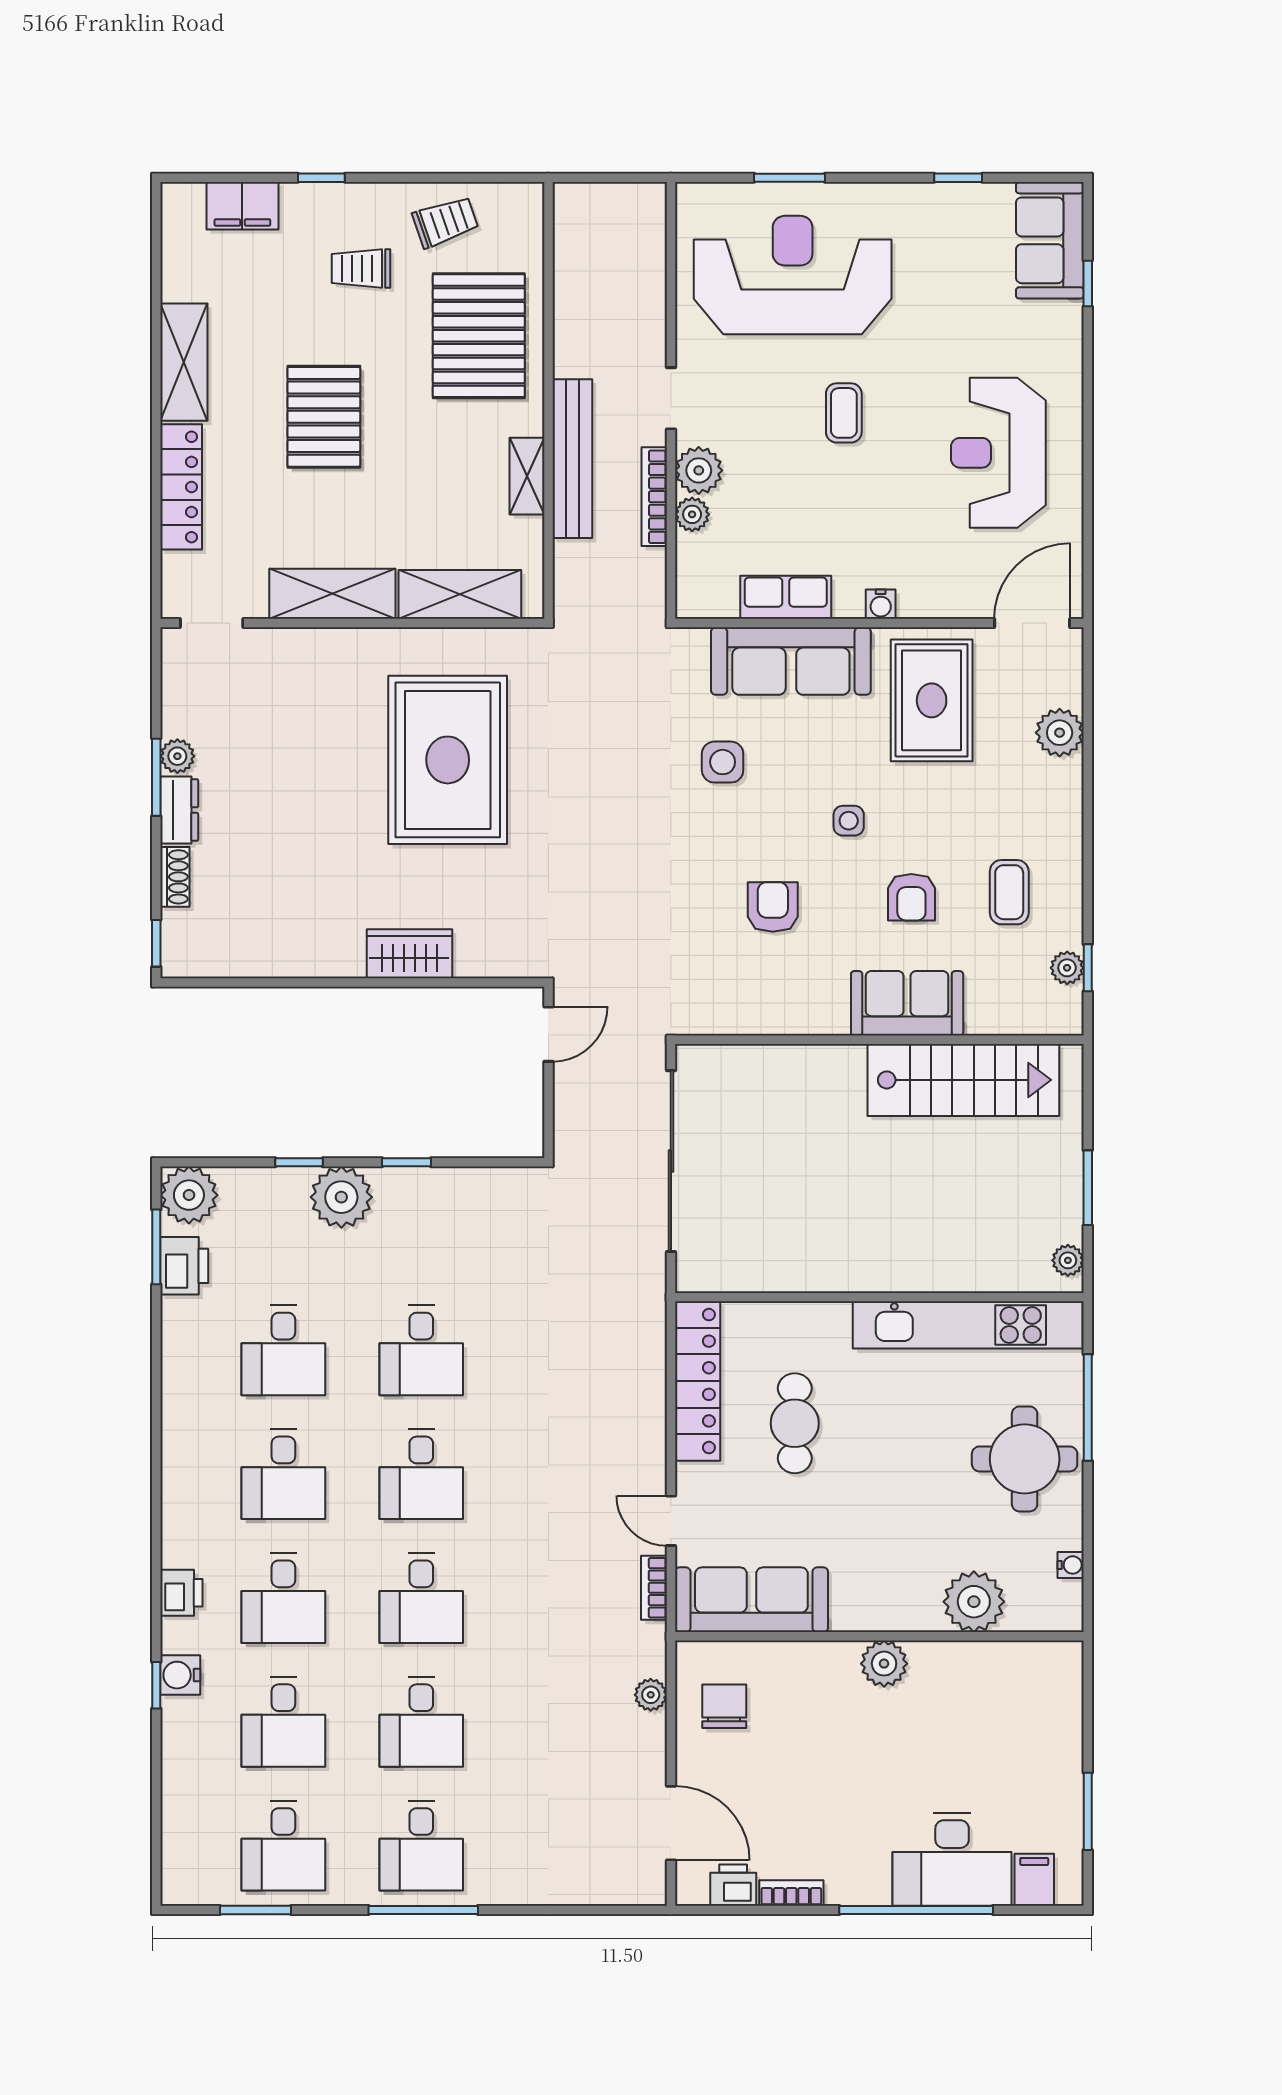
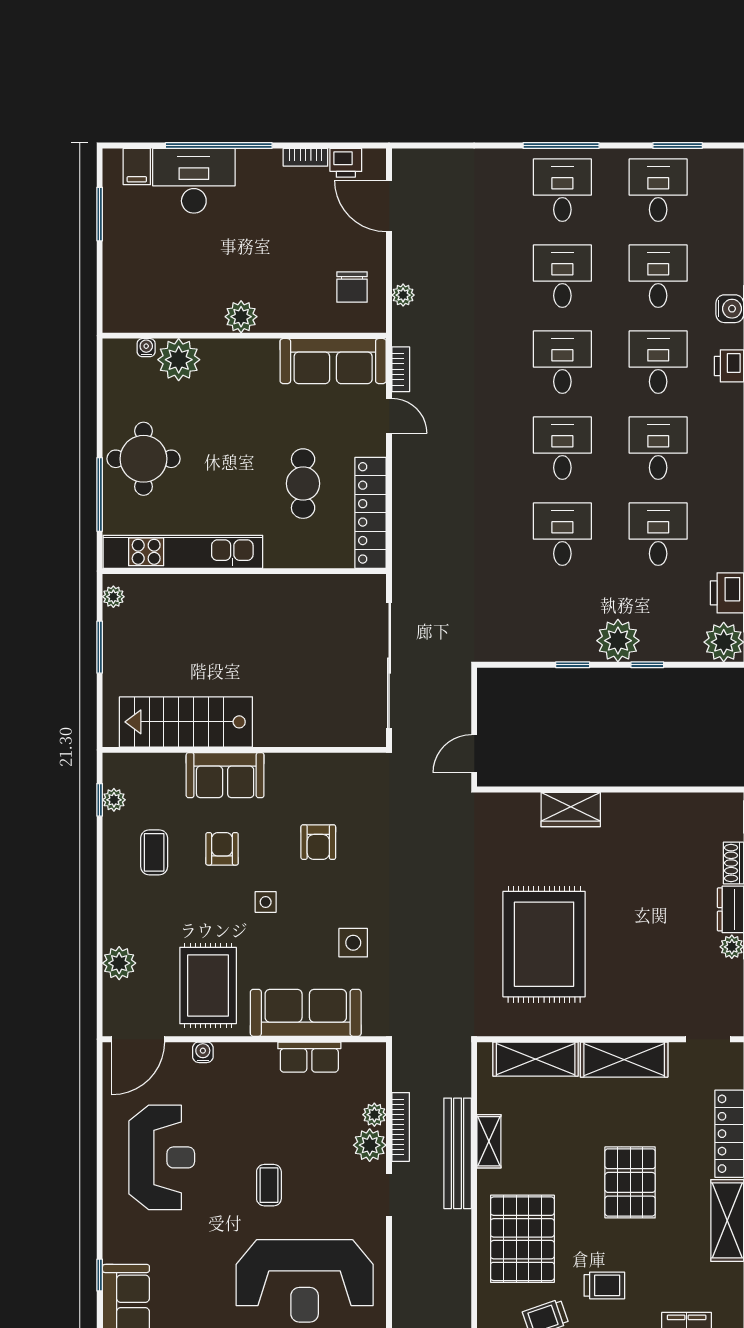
water cooler: (881, 604) -> (203, 1052), moved
water cooler: (1071, 1565) -> (146, 348), moved, turned 90

